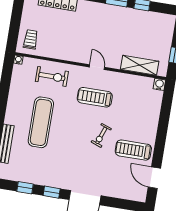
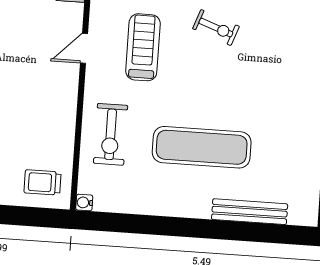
exercise bike: (52, 76) -> (111, 134), turned 180
treadmill: (95, 97) -> (143, 47), turned 180

